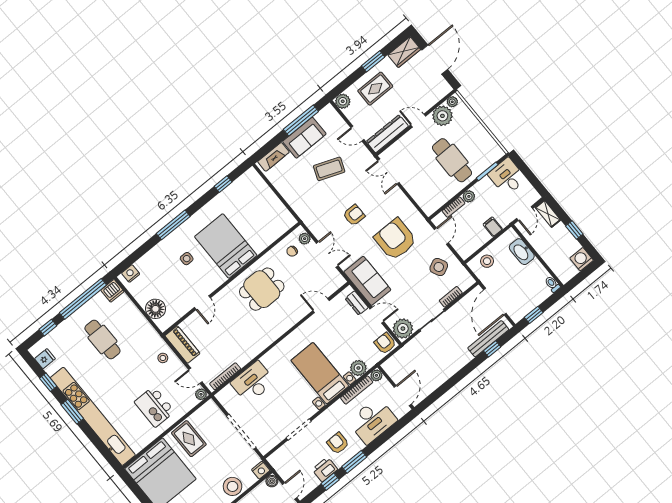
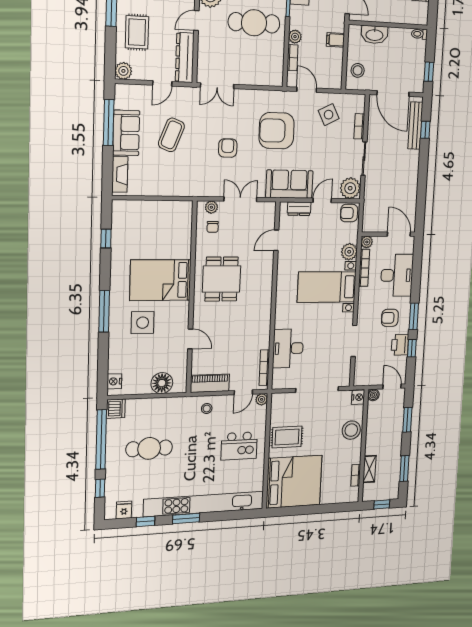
side table: (187, 259) -> (143, 323), width x1.87, depth x1.87

